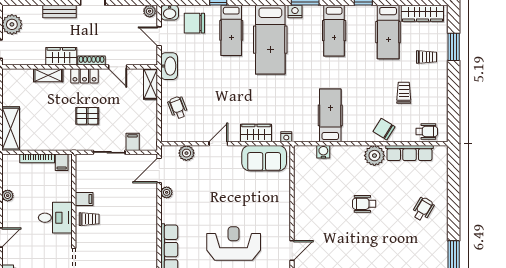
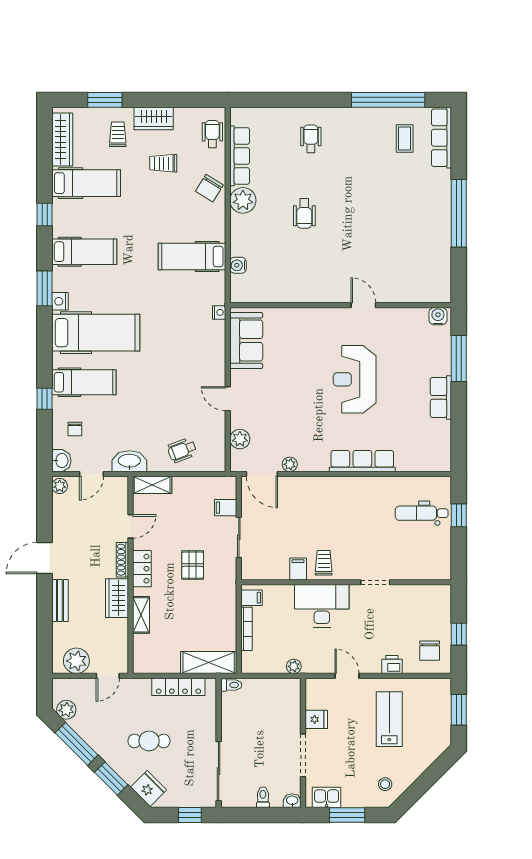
chair: (194, 23) -> (75, 429), width x0.54, depth x0.54
wardrobe: (256, 133) -> (154, 119), moved, turned -90
wheelchair: (423, 209) -> (311, 139), turned 59
desk: (55, 218) -> (322, 606), width x1.37

